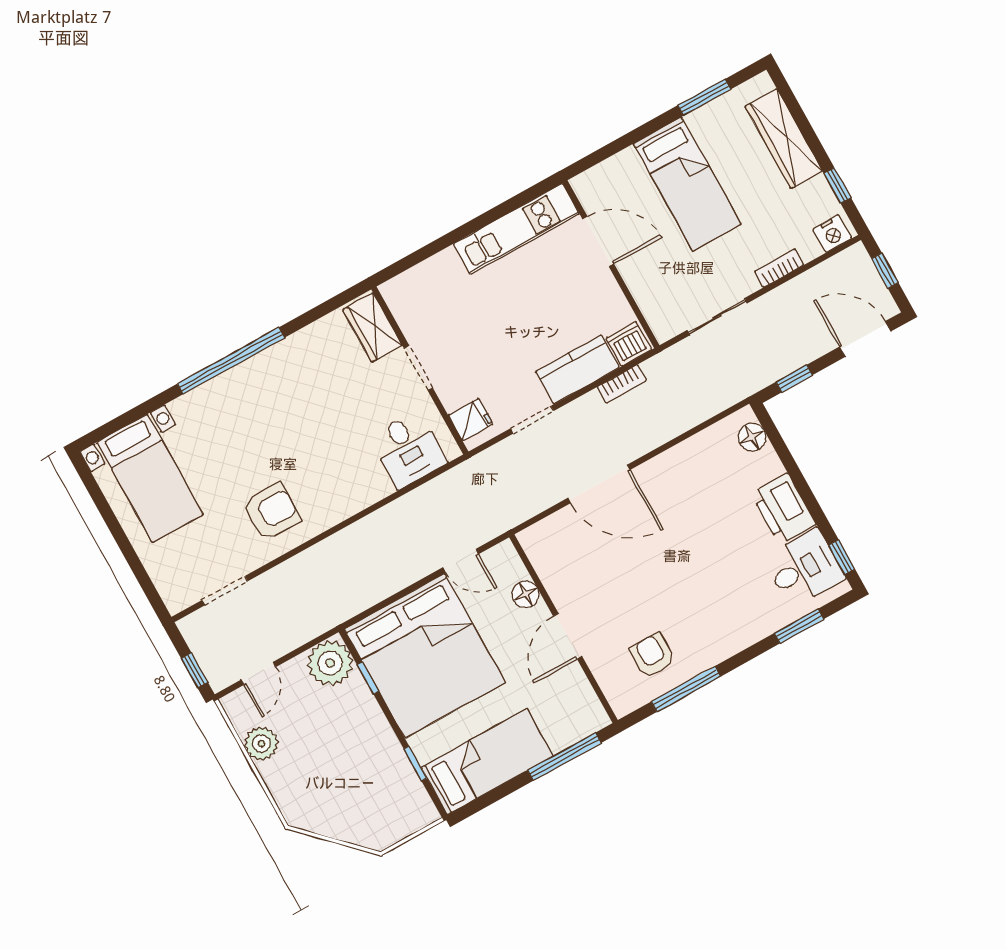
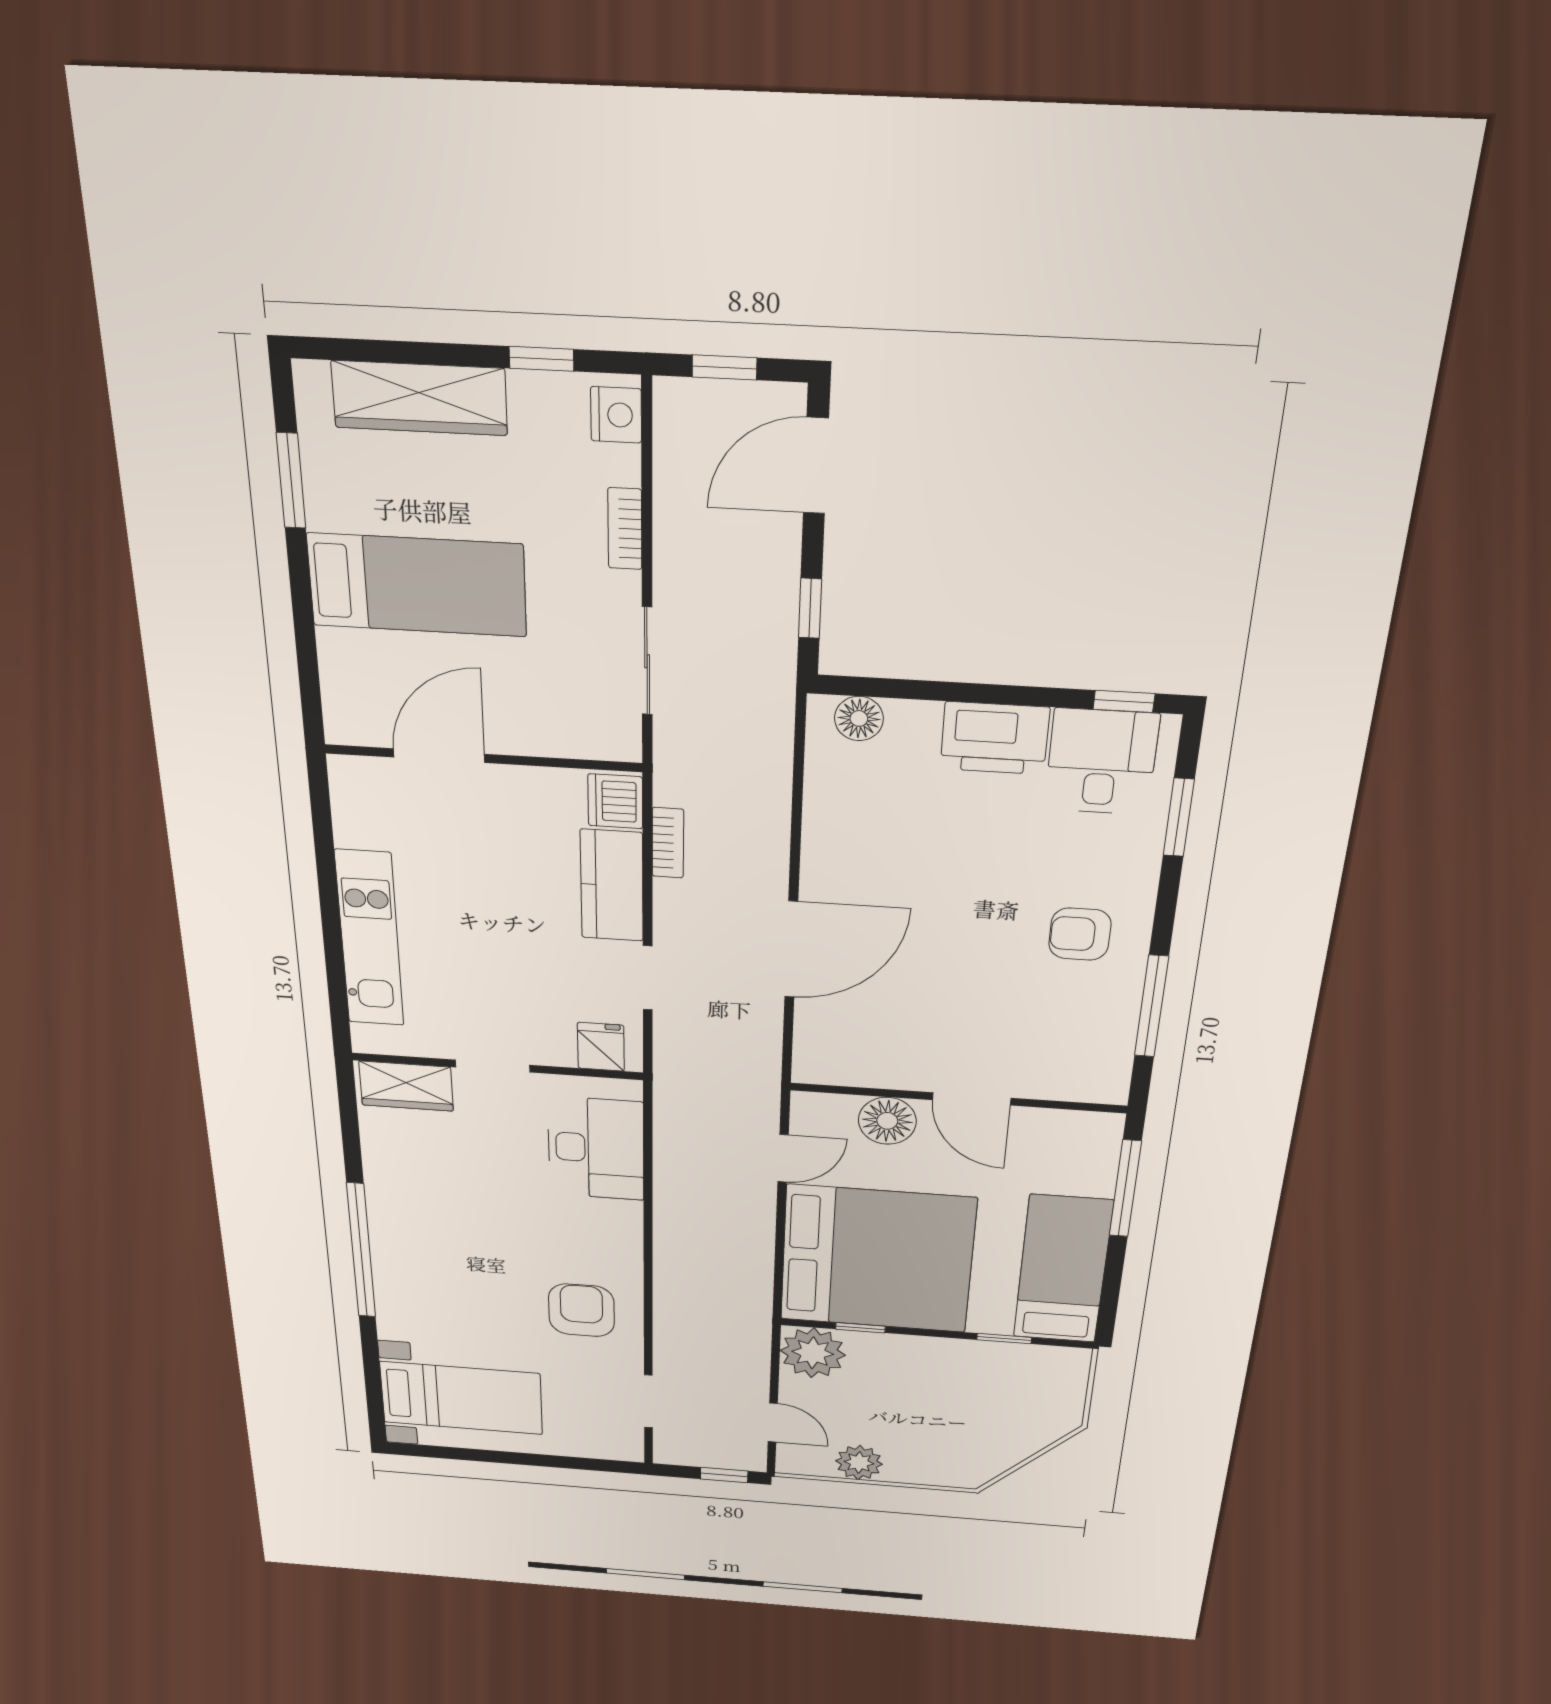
kitchen unit: (516, 229) -> (370, 939), moved
desk: (408, 449) -> (596, 1148), width x1.37
floor lamp: (526, 594) -> (887, 1121), width x1.38, depth x1.38
armchair: (653, 655) -> (1080, 934), moved

